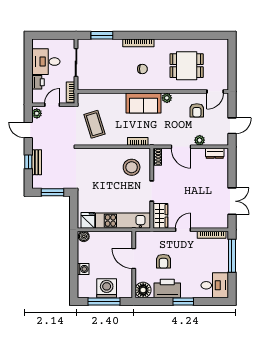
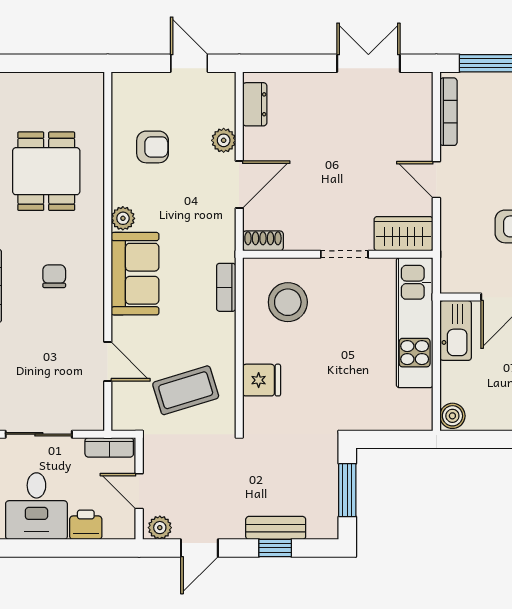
door: (215, 92) -> (108, 361), moved
fridge: (88, 220) -> (262, 380), moved, turned 180
kitchen sink: (120, 238) -> (456, 330), added

